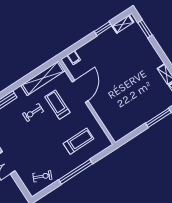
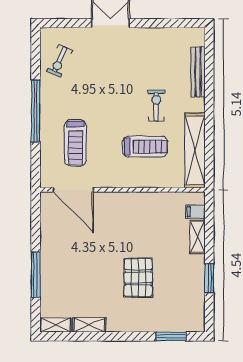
shelving: (123, 24) -> (198, 237), moved
pallet: (126, 65) -> (138, 278), added
door: (80, 91) -> (73, 190), moved

